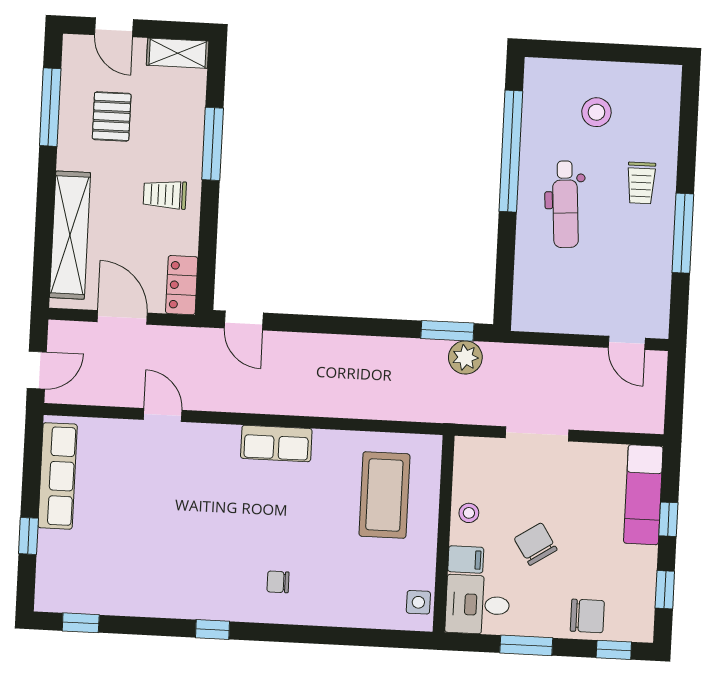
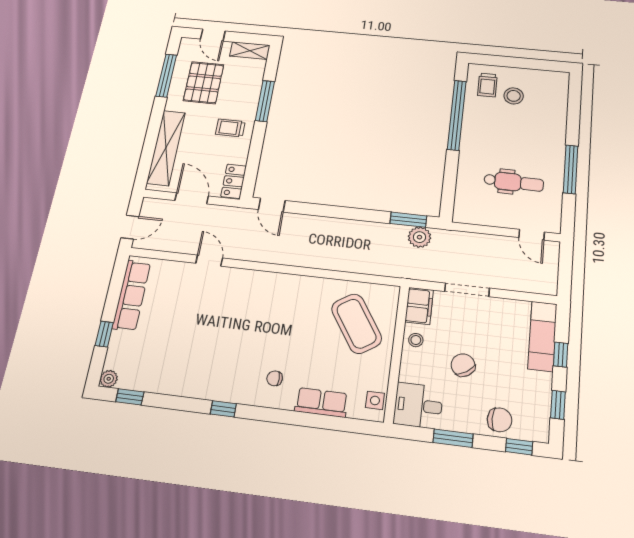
pallet: (112, 116) -> (204, 83), width x1.50, depth x1.42
trolley: (641, 183) -> (487, 85), moved
dental chair: (565, 204) -> (514, 182), moved, turned -85
row of seats: (276, 443) -> (321, 402), moved, turned 180
coffee table: (384, 495) -> (356, 324), turned -33
filing cabinet: (466, 559) -> (419, 306), moved, width x2.00
plant: (47, 600) -> (109, 379), added

